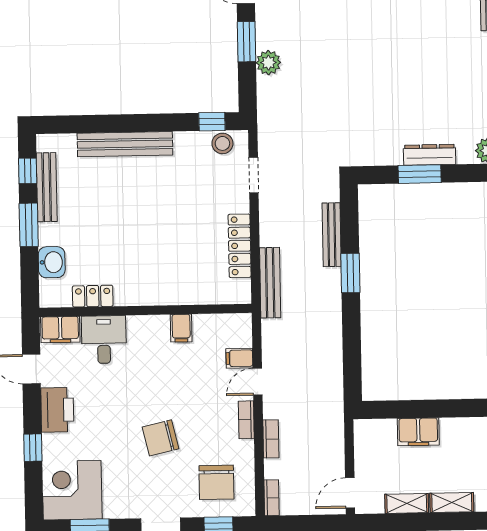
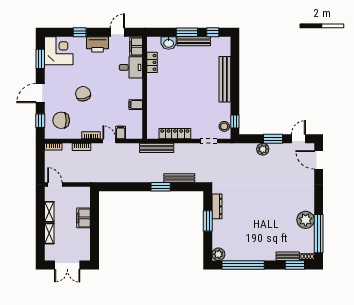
dresser: (429, 155) -> (217, 206), moved
bench: (47, 187) -> (194, 41), moved

